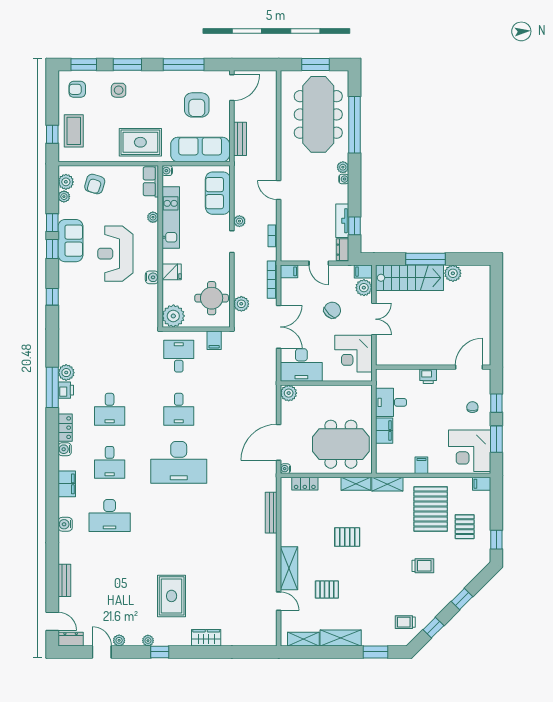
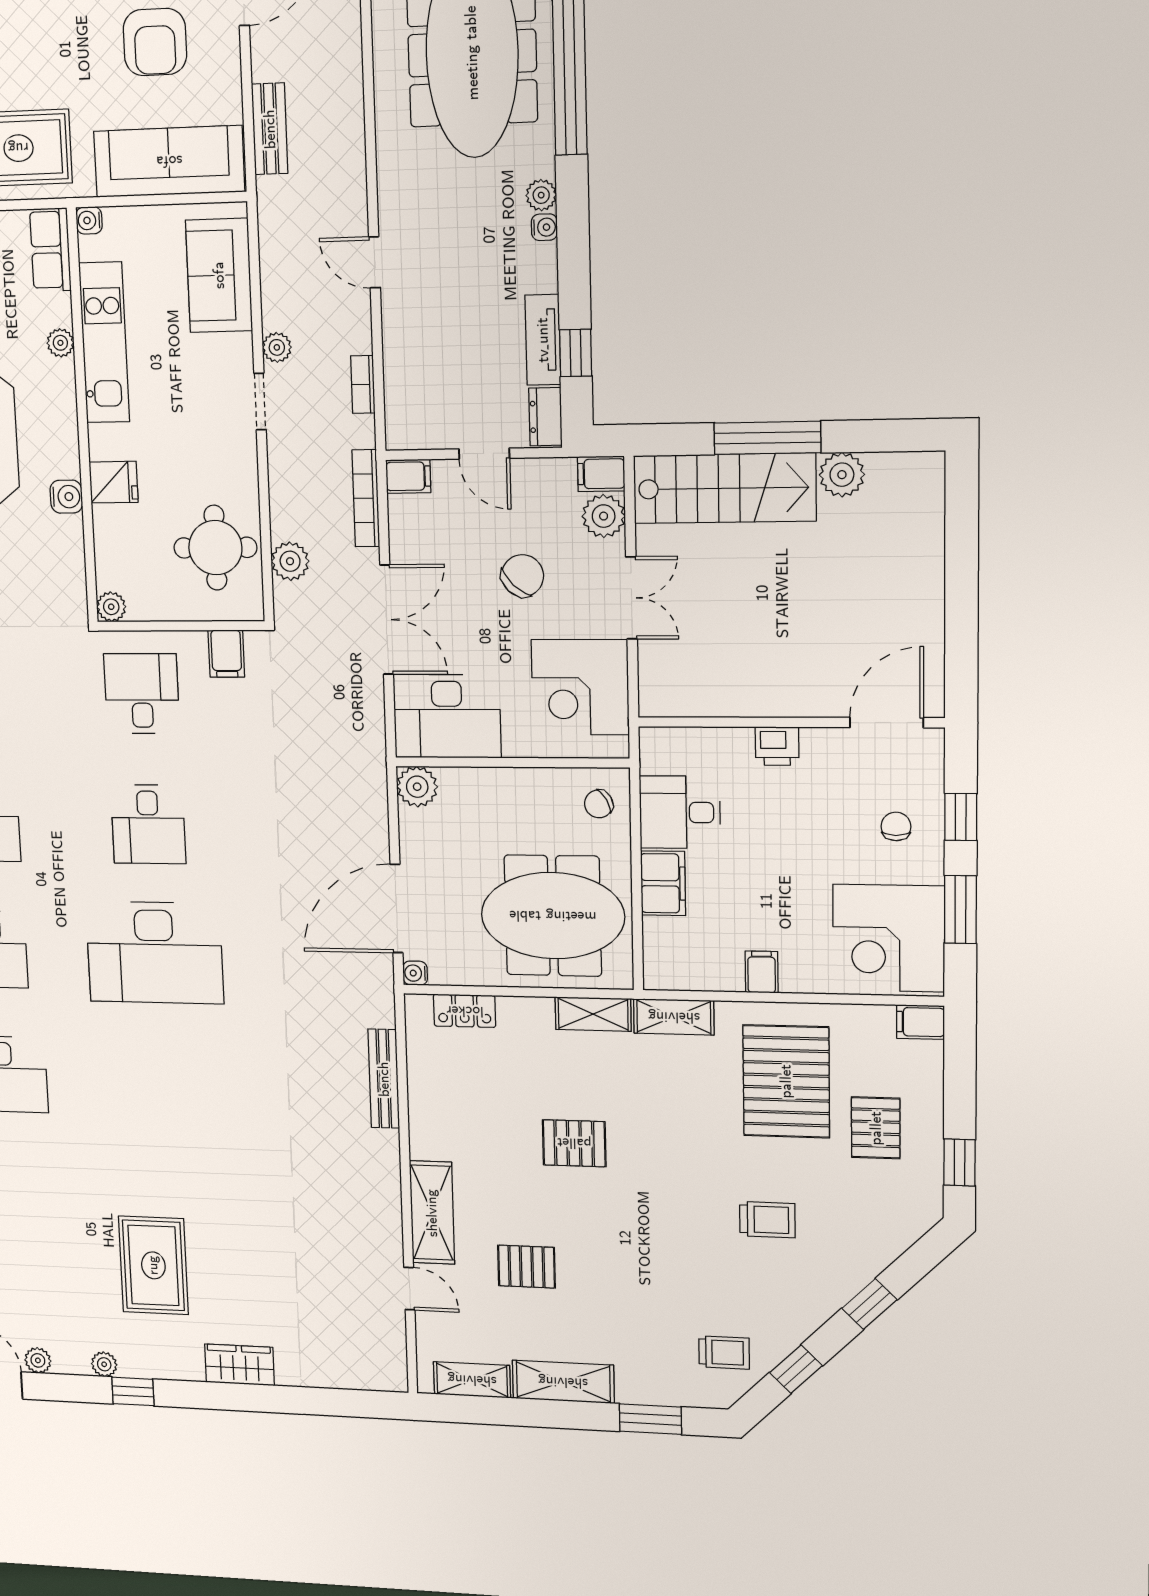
plant: (173, 316) -> (111, 607), width x0.53, depth x0.53
chair: (360, 399) -> (599, 804), added
trolley: (405, 622) -> (724, 1352), turned 180

